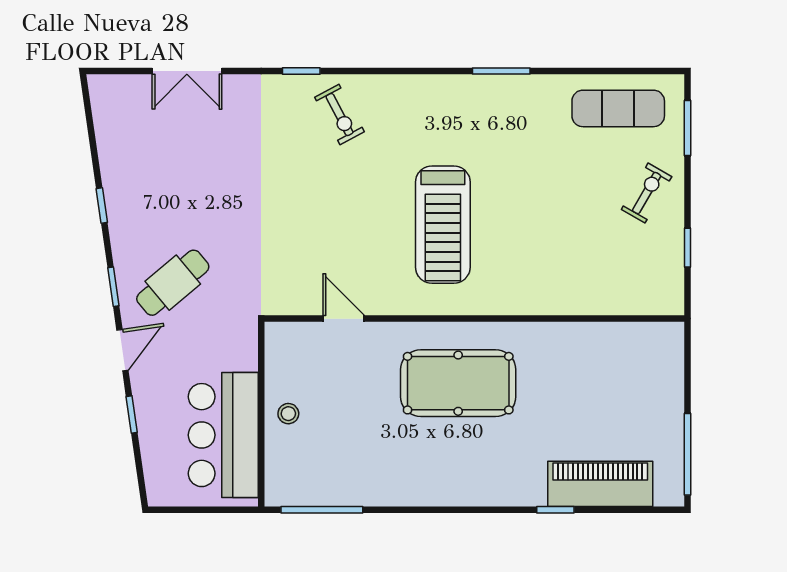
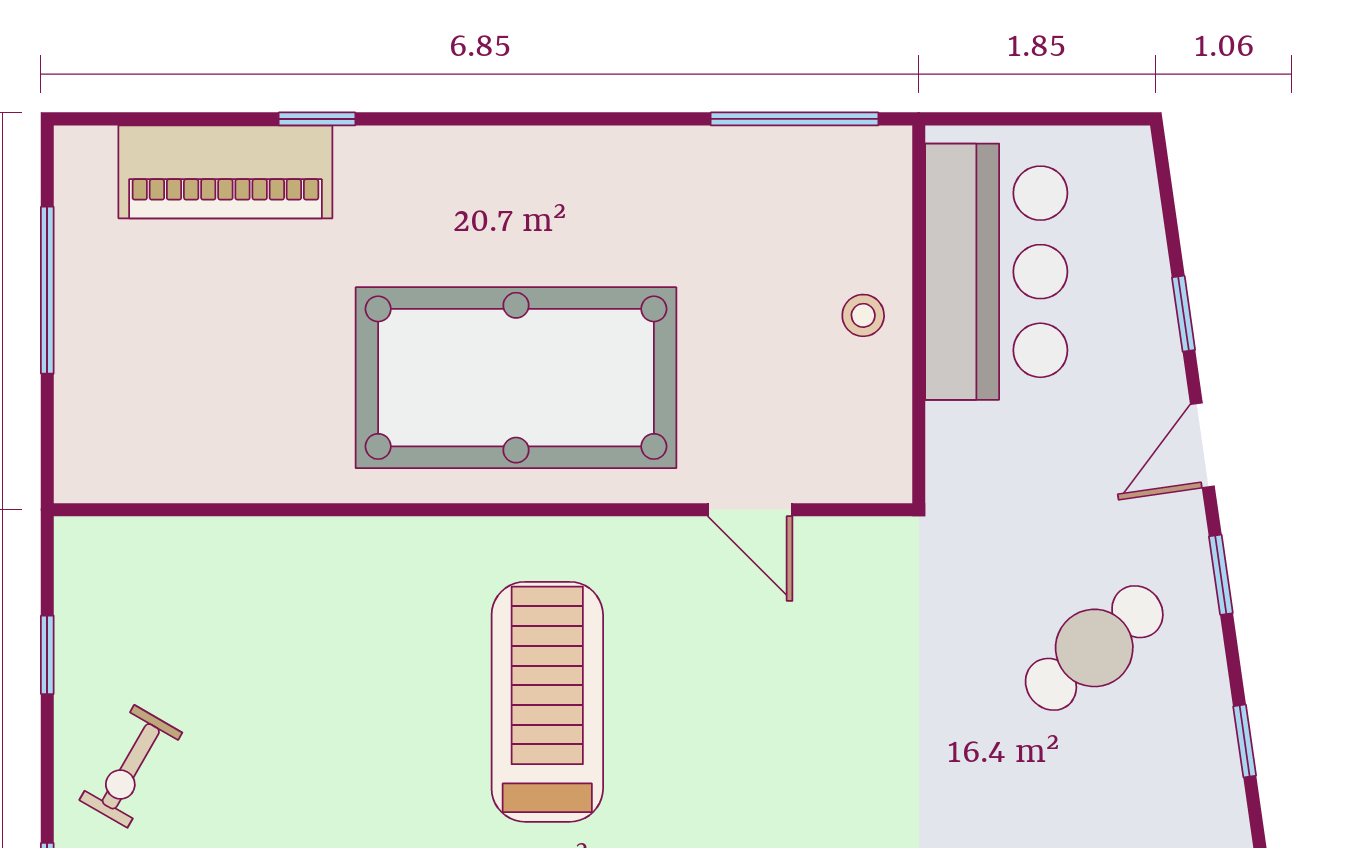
cafe table: (173, 283) -> (1094, 648), moved
pool table: (458, 383) -> (516, 378), width x1.36, depth x1.32
window: (687, 454) -> (47, 290), moved

